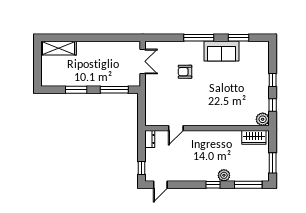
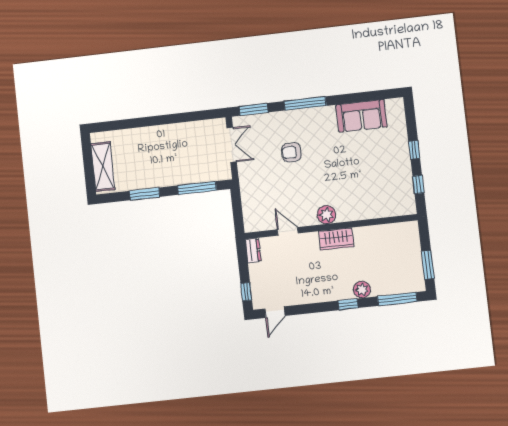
window: (238, 38) -> (253, 109), moved
shelving: (58, 48) -> (103, 167), moved, turned 90
sofa: (221, 51) -> (361, 116), moved
plant: (263, 119) -> (326, 215), moved
door: (176, 128) -> (288, 231), swing flipped
wardrobe: (254, 137) -> (336, 239), moved

